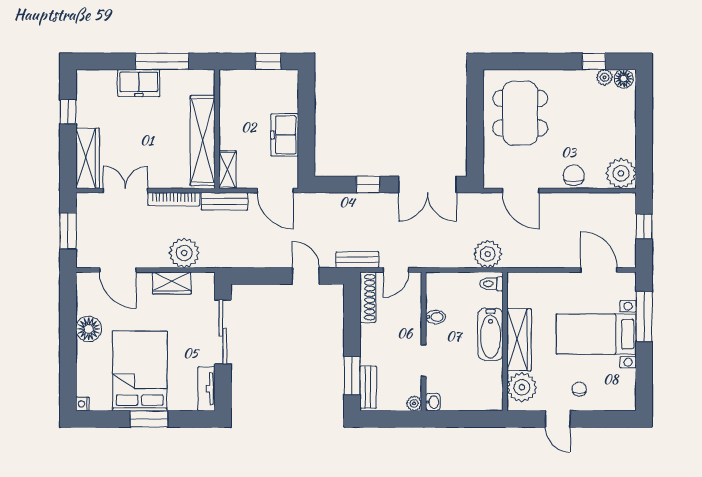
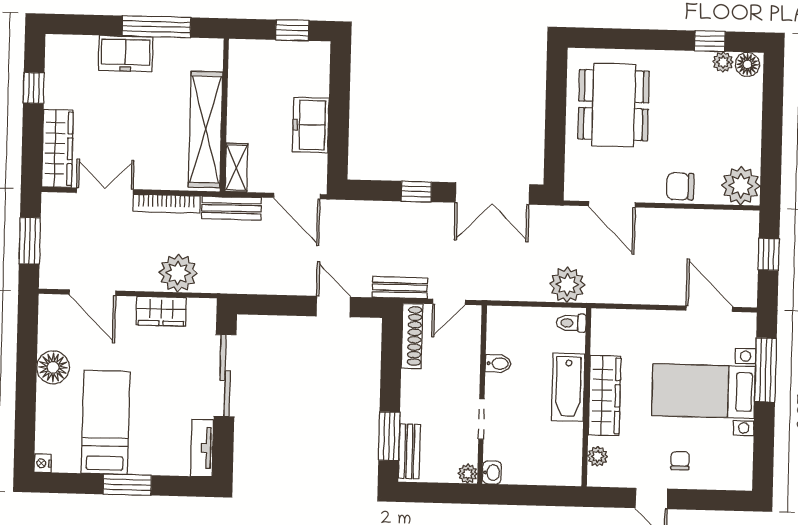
chair: (574, 175) -> (680, 186), turned -90
bed: (140, 371) -> (106, 422), width x0.67
plant: (522, 387) -> (598, 456), width x0.53, depth x0.53

